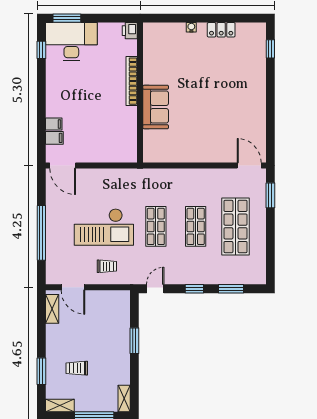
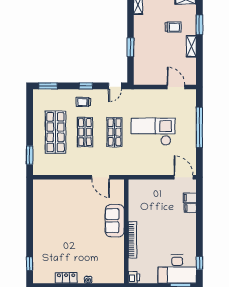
door: (249, 166) -> (101, 177), moved
trolley: (107, 266) -> (83, 102), moved
window: (231, 289) -> (48, 86), moved
shelving: (52, 309) -> (191, 46), moved

